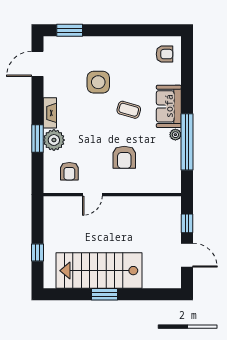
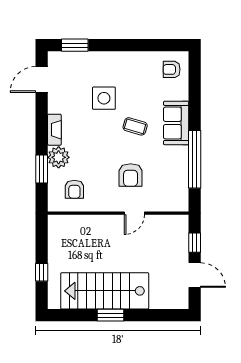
armchair: (164, 54) -> (172, 69), turned 180
plant: (175, 135) -> (183, 152), removed
window: (37, 138) -> (42, 169), moved
door: (92, 195) -> (134, 213), moved

